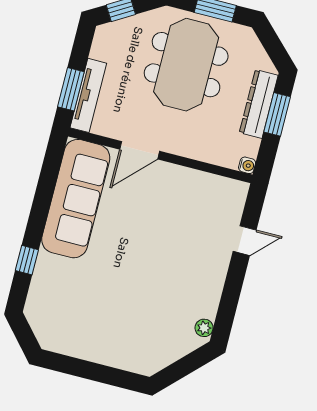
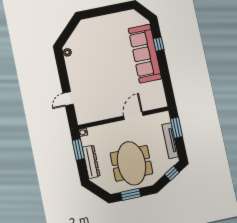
tv unit: (88, 95) -> (170, 141), moved
window: (277, 114) -> (78, 149), moved
sofa: (76, 199) -> (145, 54), moved

